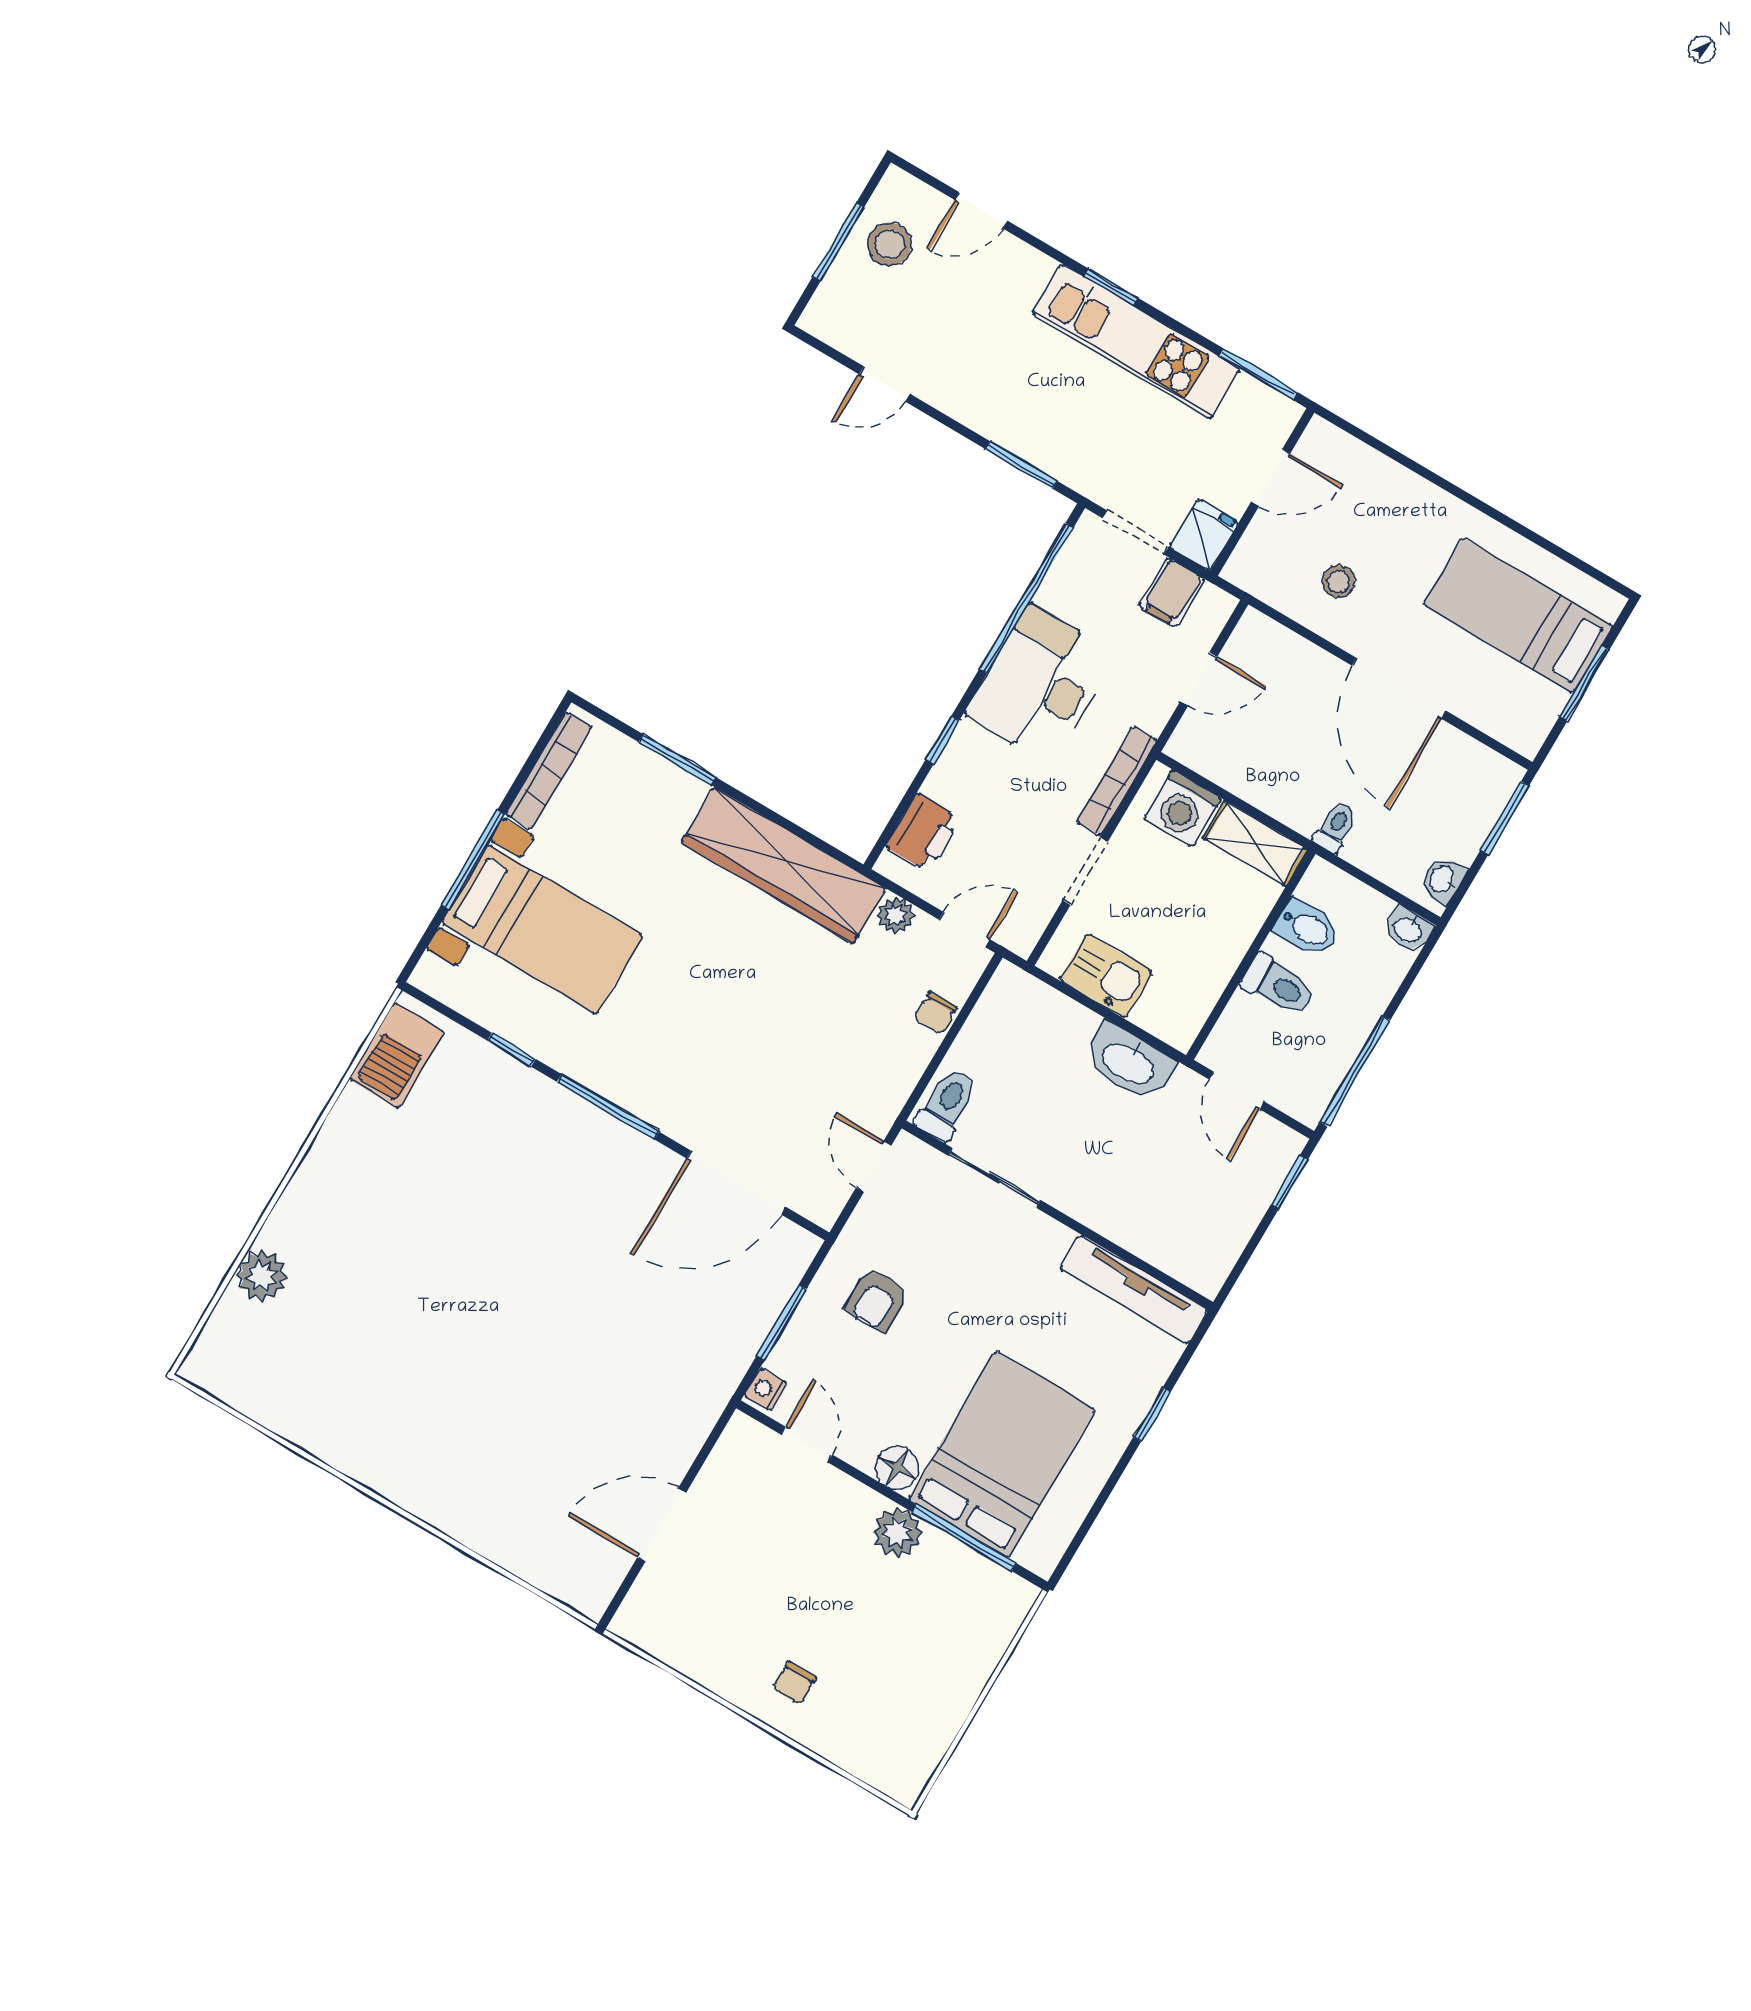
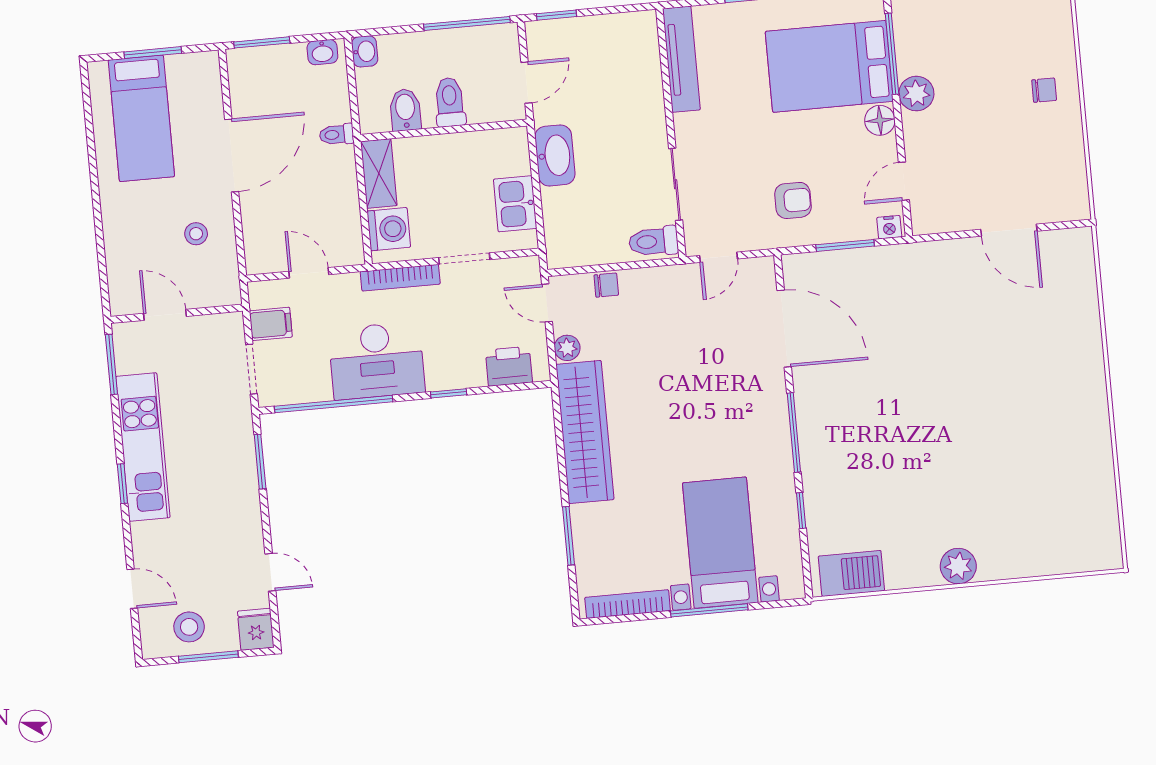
fridge: (1204, 535) -> (256, 629), moved, turned 90
plant: (262, 1276) -> (958, 566), moved

